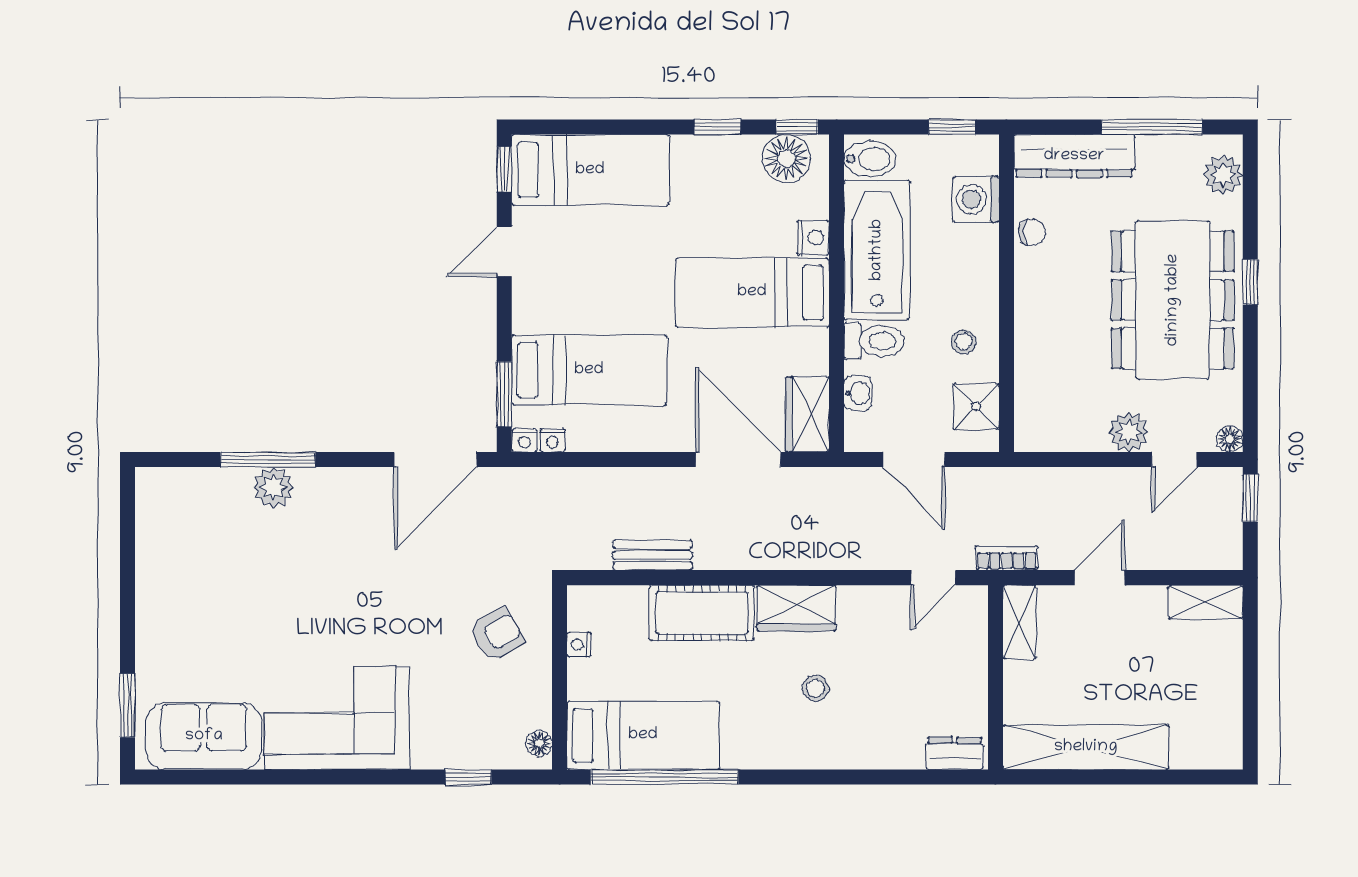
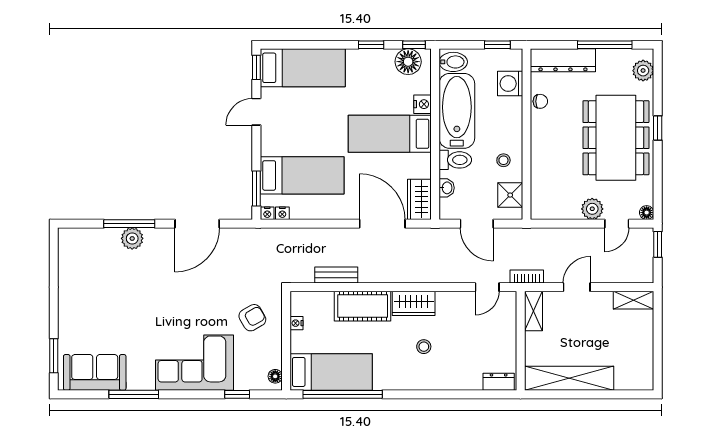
door: (436, 459) -> (197, 224), moved
corner sofa: (337, 718) -> (195, 363), moved
window: (276, 777) -> (134, 394), added

